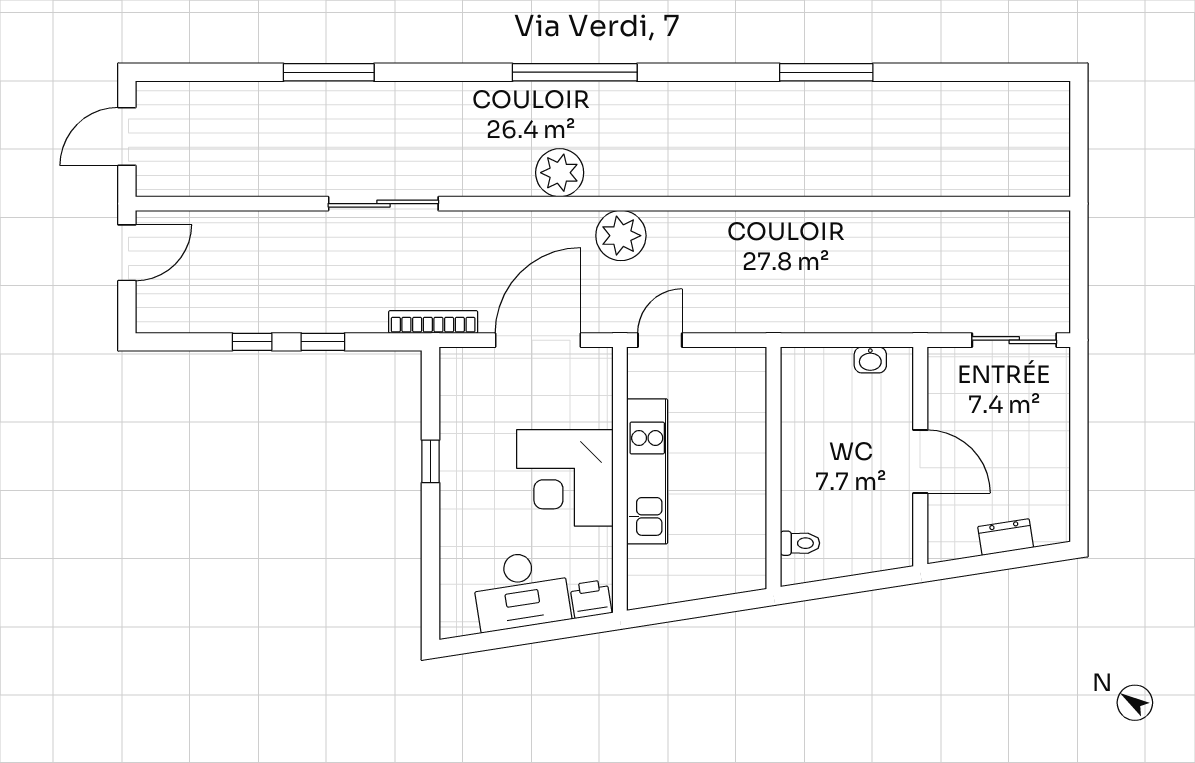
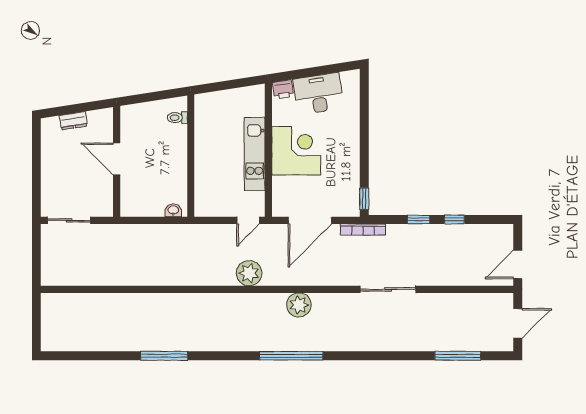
window: (329, 72) -> (458, 356), moved
plant: (621, 236) -> (249, 273), moved
washbasin: (870, 360) -> (173, 210), moved
window: (431, 461) -> (364, 199), moved

